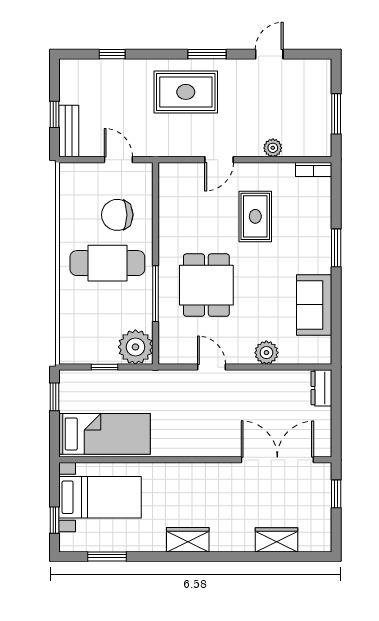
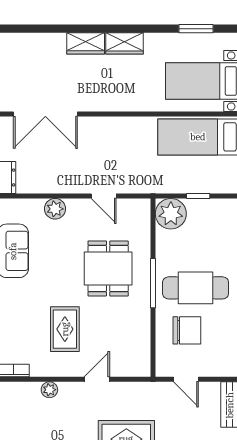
window: (156, 294) -> (153, 283), moved
wardrobe: (276, 540) -> (86, 43), moved

